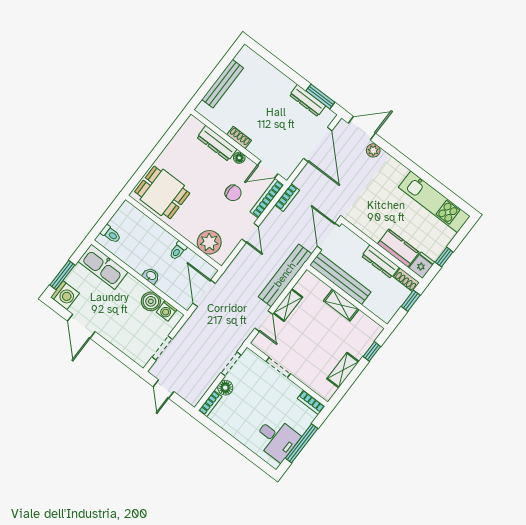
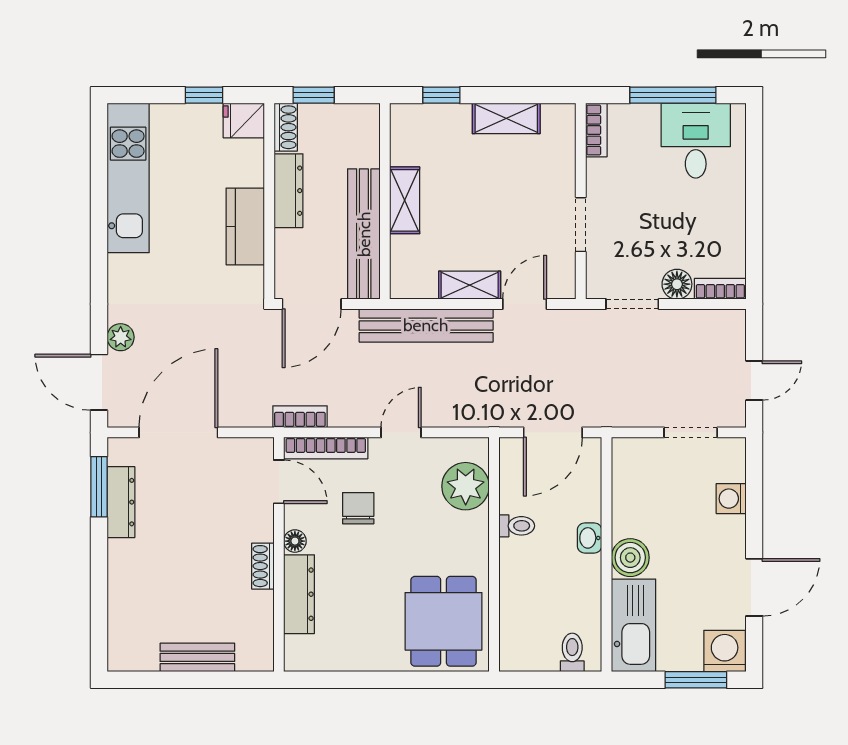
bench: (223, 84) -> (197, 657), width x0.73
kitchen counter: (398, 248) -> (245, 226), moved
boiler: (151, 301) -> (630, 558), moved
washing machine: (167, 311) -> (731, 499), moved, turned 180

